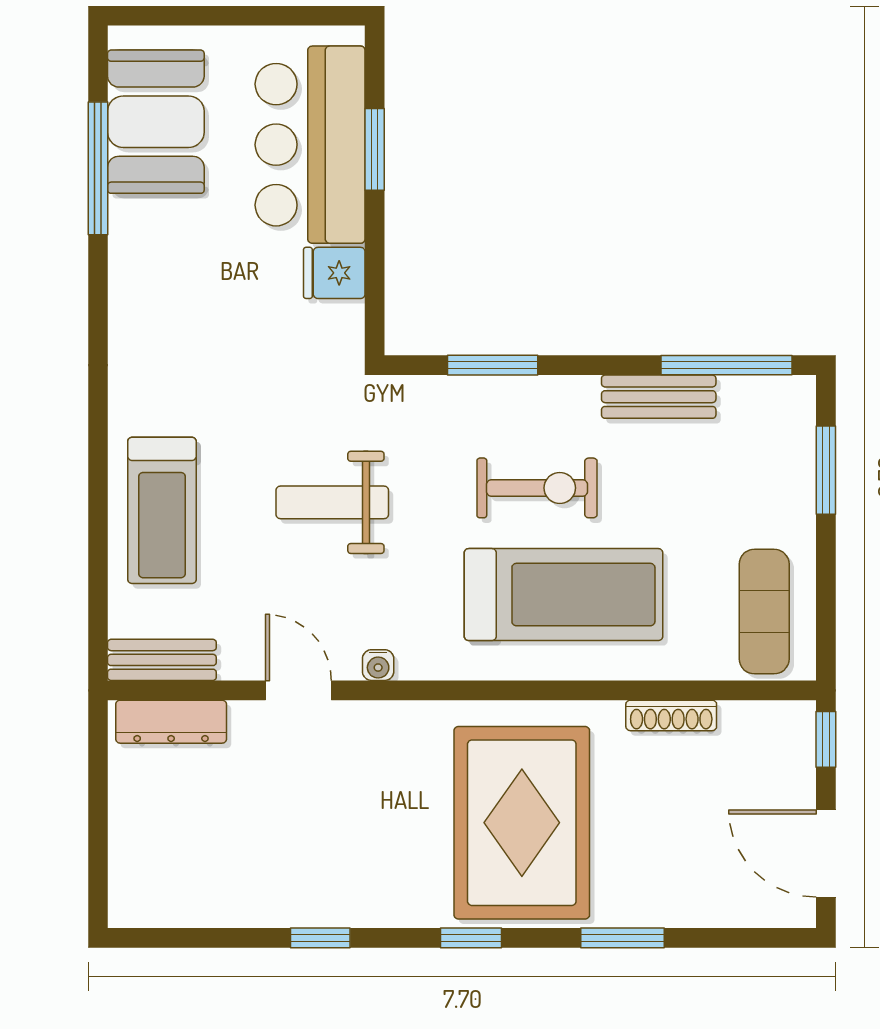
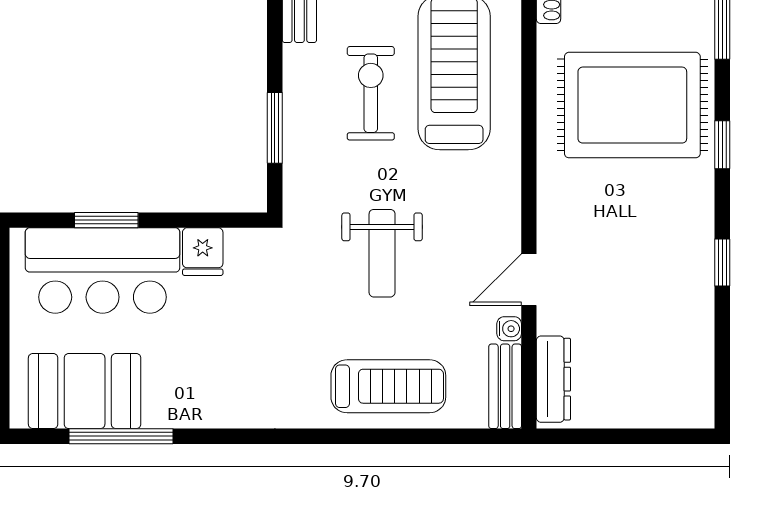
water cooler: (378, 665) -> (509, 329), moved

